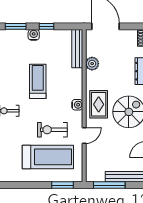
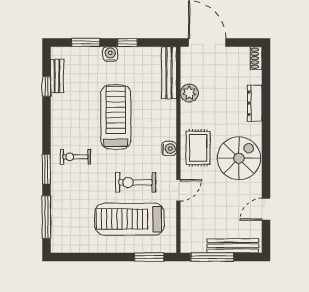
treadmill: (38, 81) -> (116, 117), width x1.37, depth x1.37
treadmill: (48, 157) -> (129, 219), turned 180

